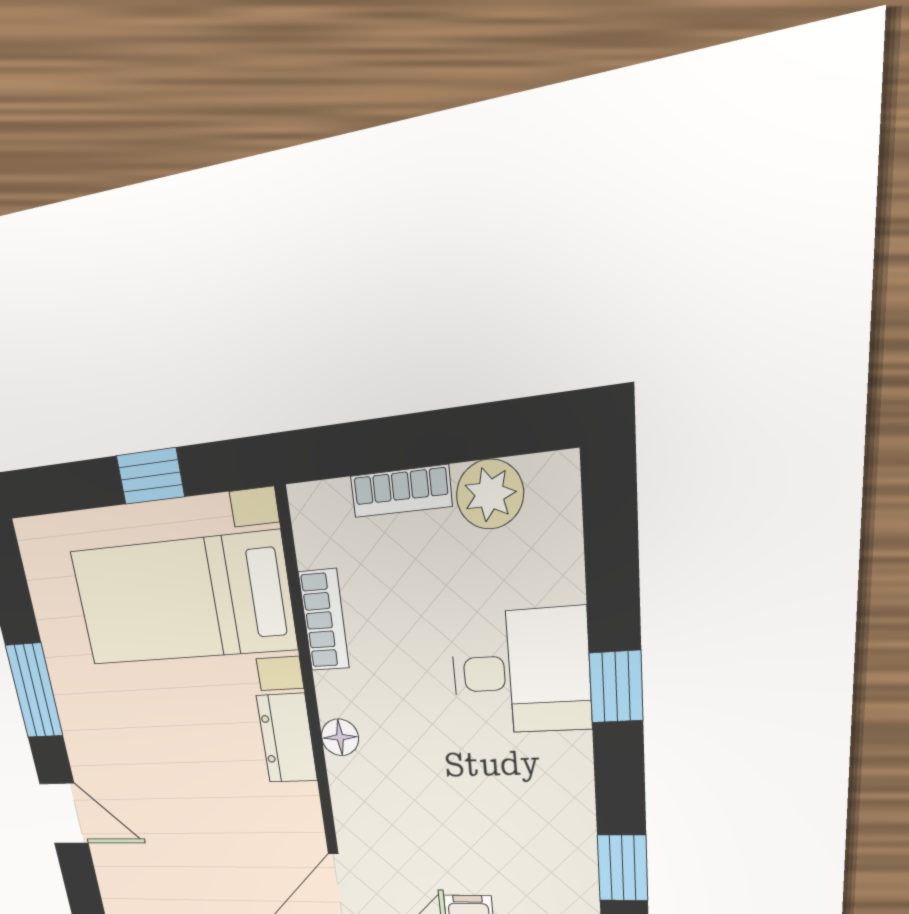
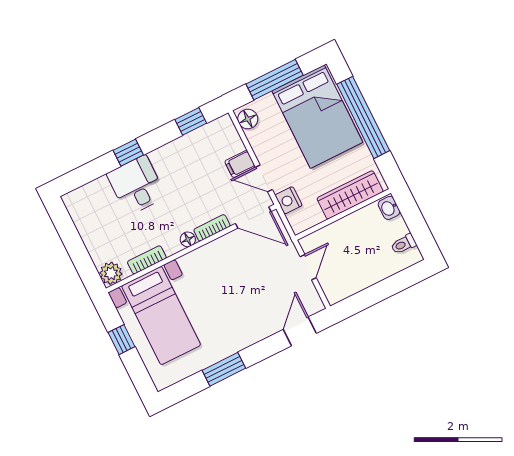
bookcase: (401, 491) -> (212, 228), moved, turned -90
plant: (490, 494) -> (111, 273), moved
dresser: (287, 738) -> (197, 259), removed
door: (64, 814) -> (300, 331), moved

